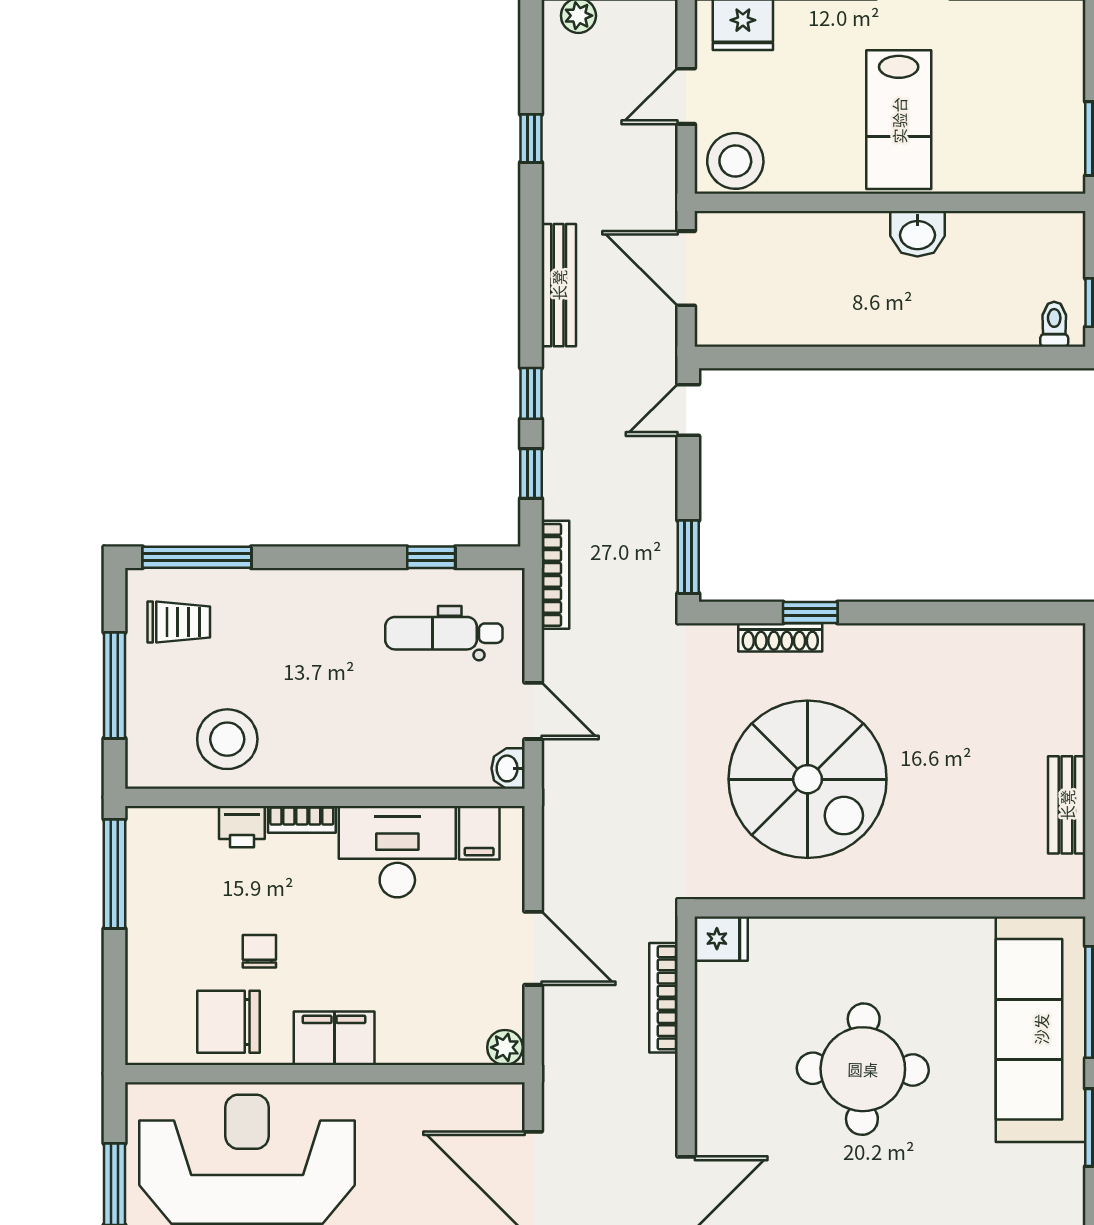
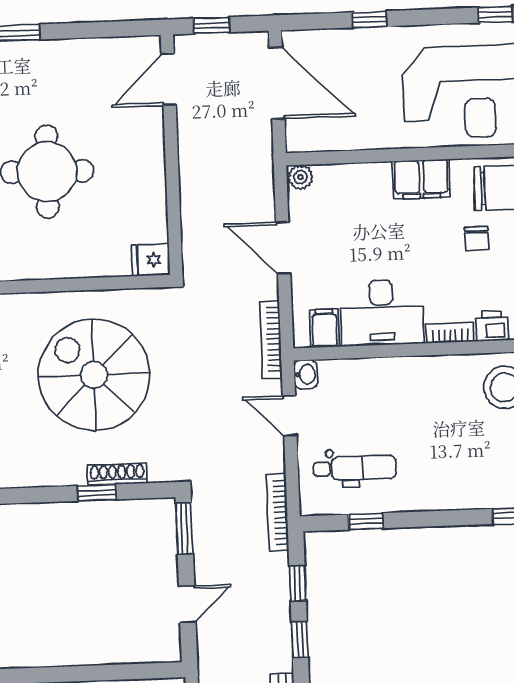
door: (688, 410) -> (187, 604), moved
bookcase: (663, 998) -> (271, 339), moved, turned 180

